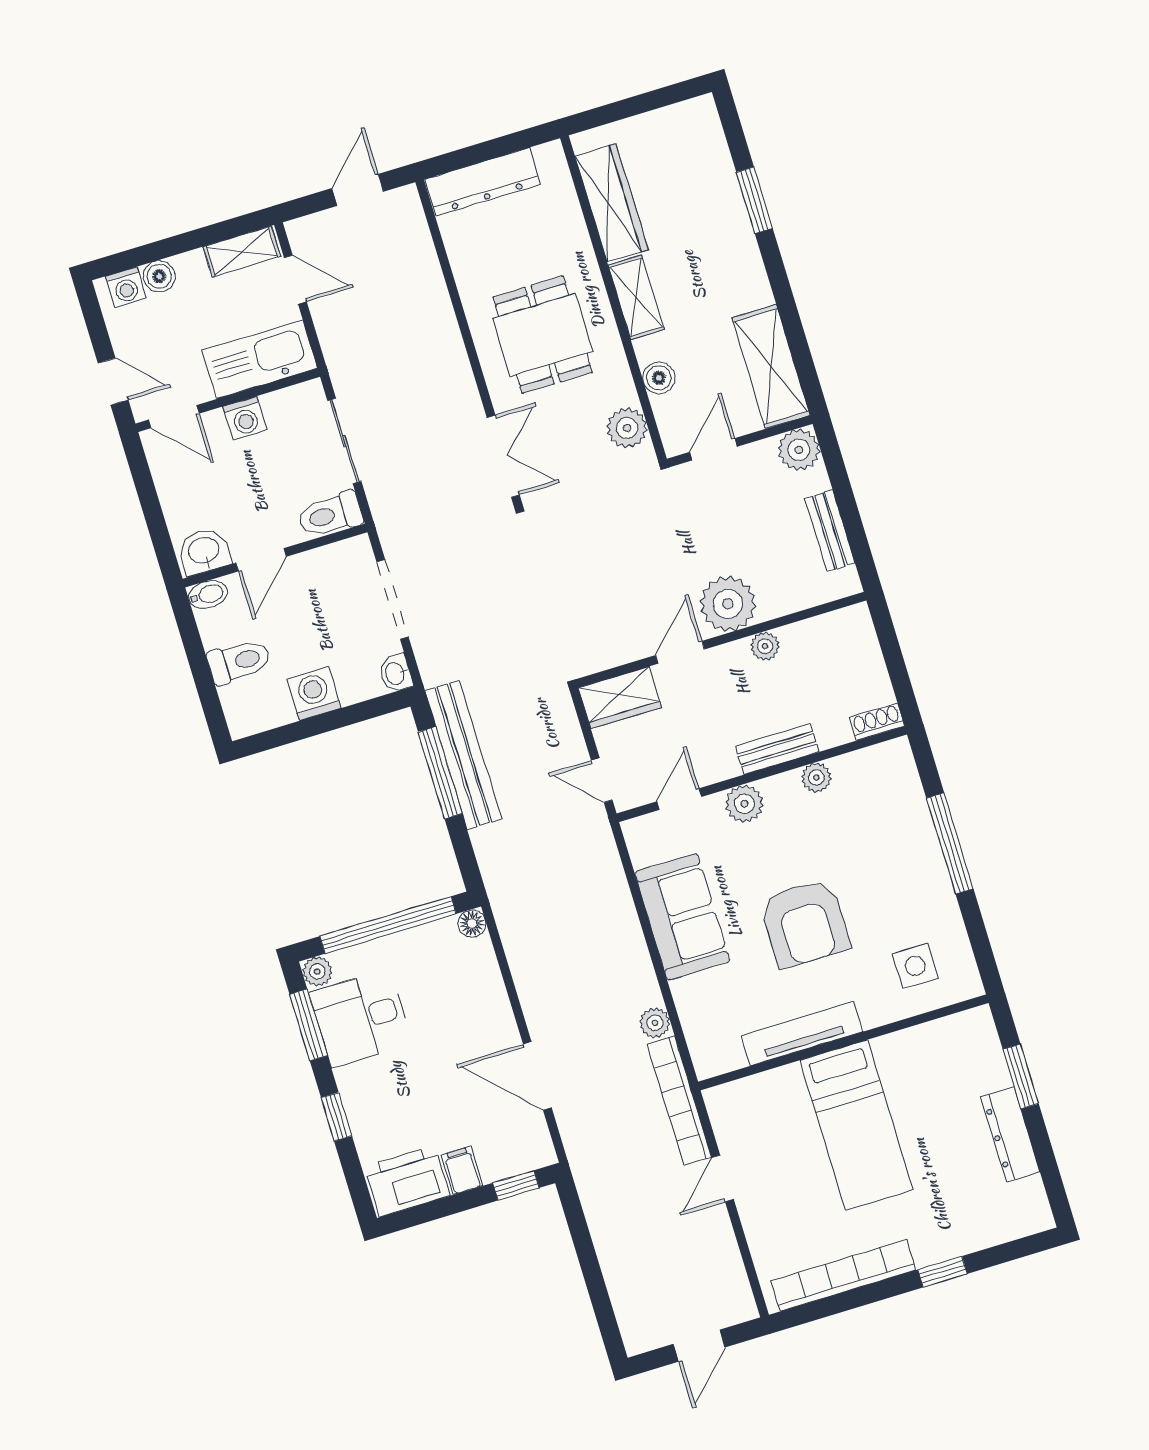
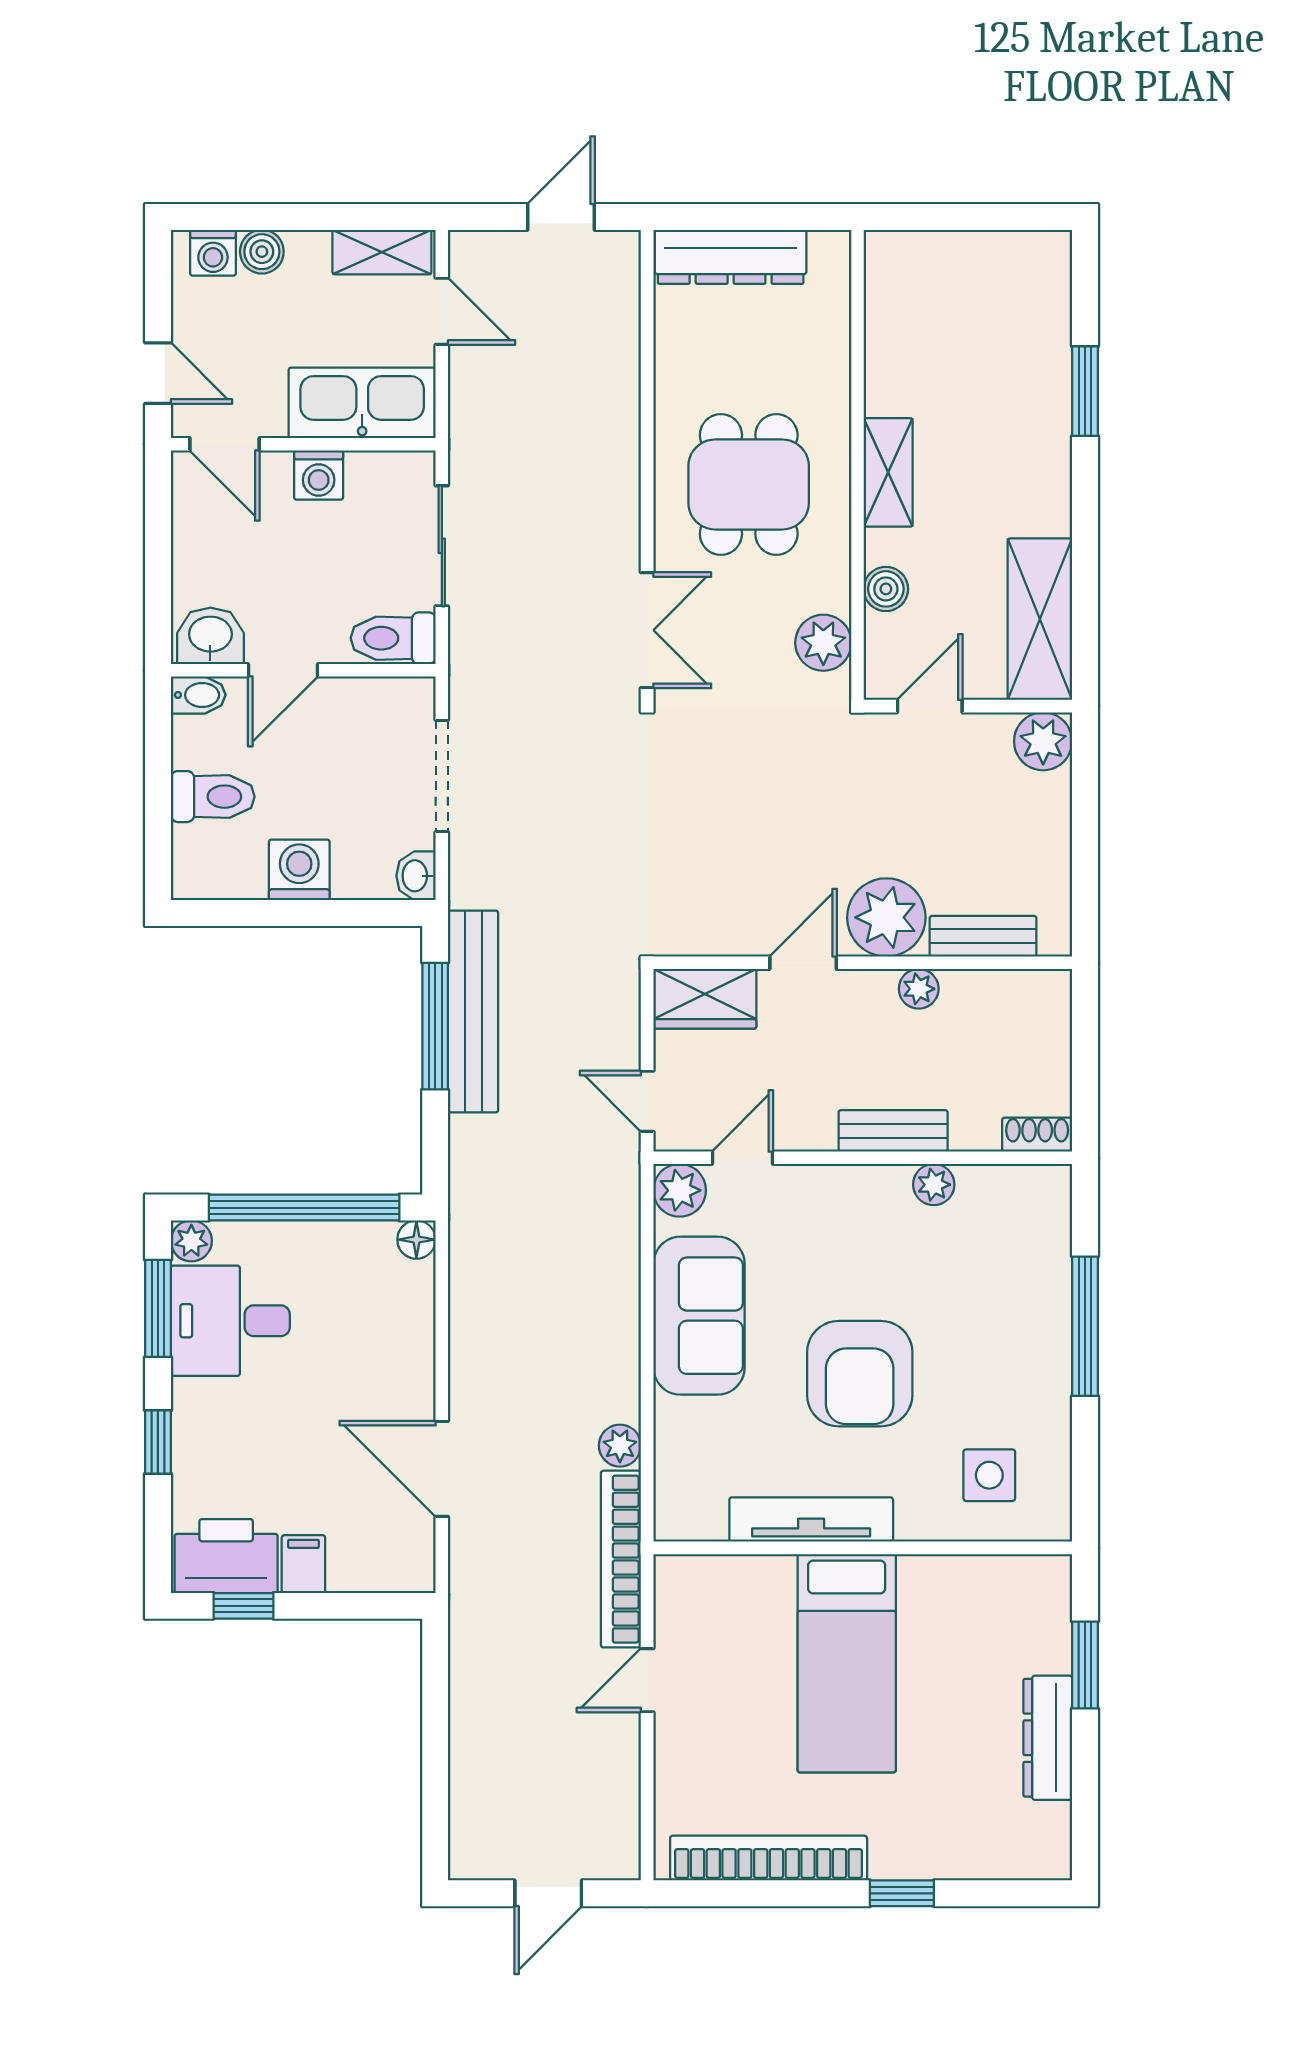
wardrobe: (611, 203) -> (894, 337), removed
bench: (830, 531) -> (983, 936), moved, turned 90
plant: (744, 804) -> (680, 1190), moved
window: (516, 1185) -> (243, 1606), moved

